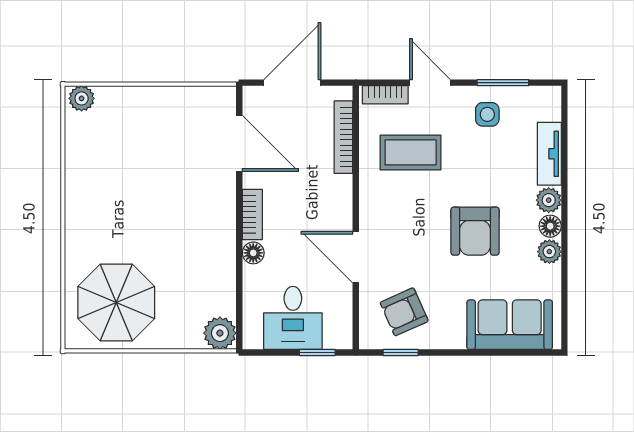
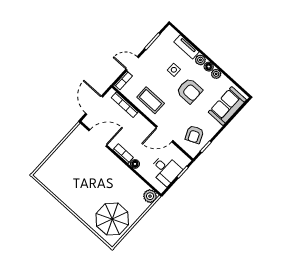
plant: (82, 98) -> (41, 173), removed
side table: (487, 114) -> (174, 70), moved
coffee table: (411, 152) -> (151, 100), moved, turned 90

